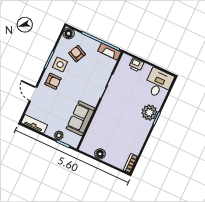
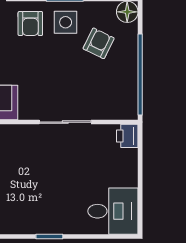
fireplace: (110, 52) -> (129, 99), removed
printer: (136, 65) -> (127, 136), moved
plant: (149, 112) -> (54, 219), removed

